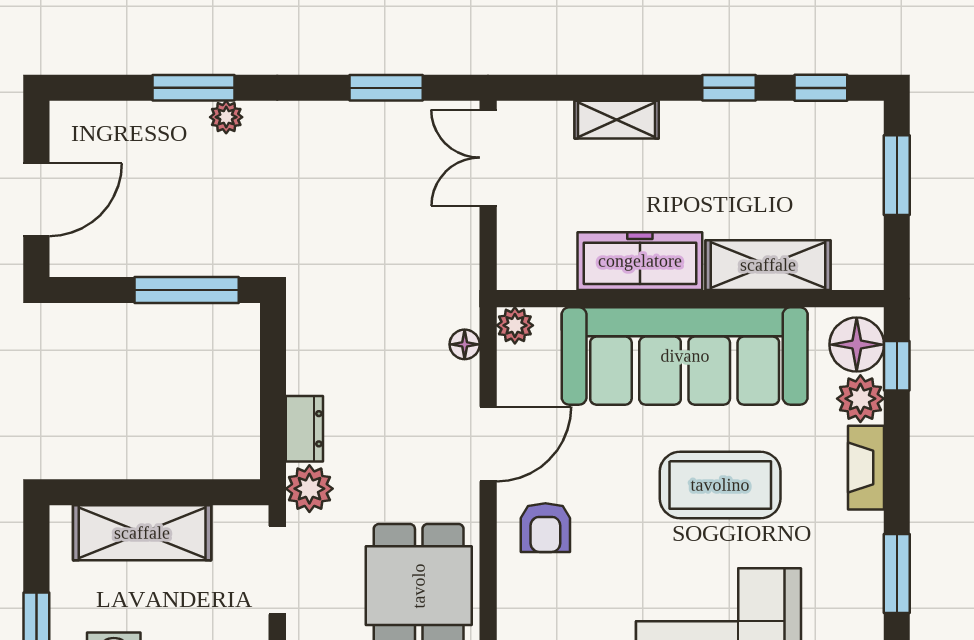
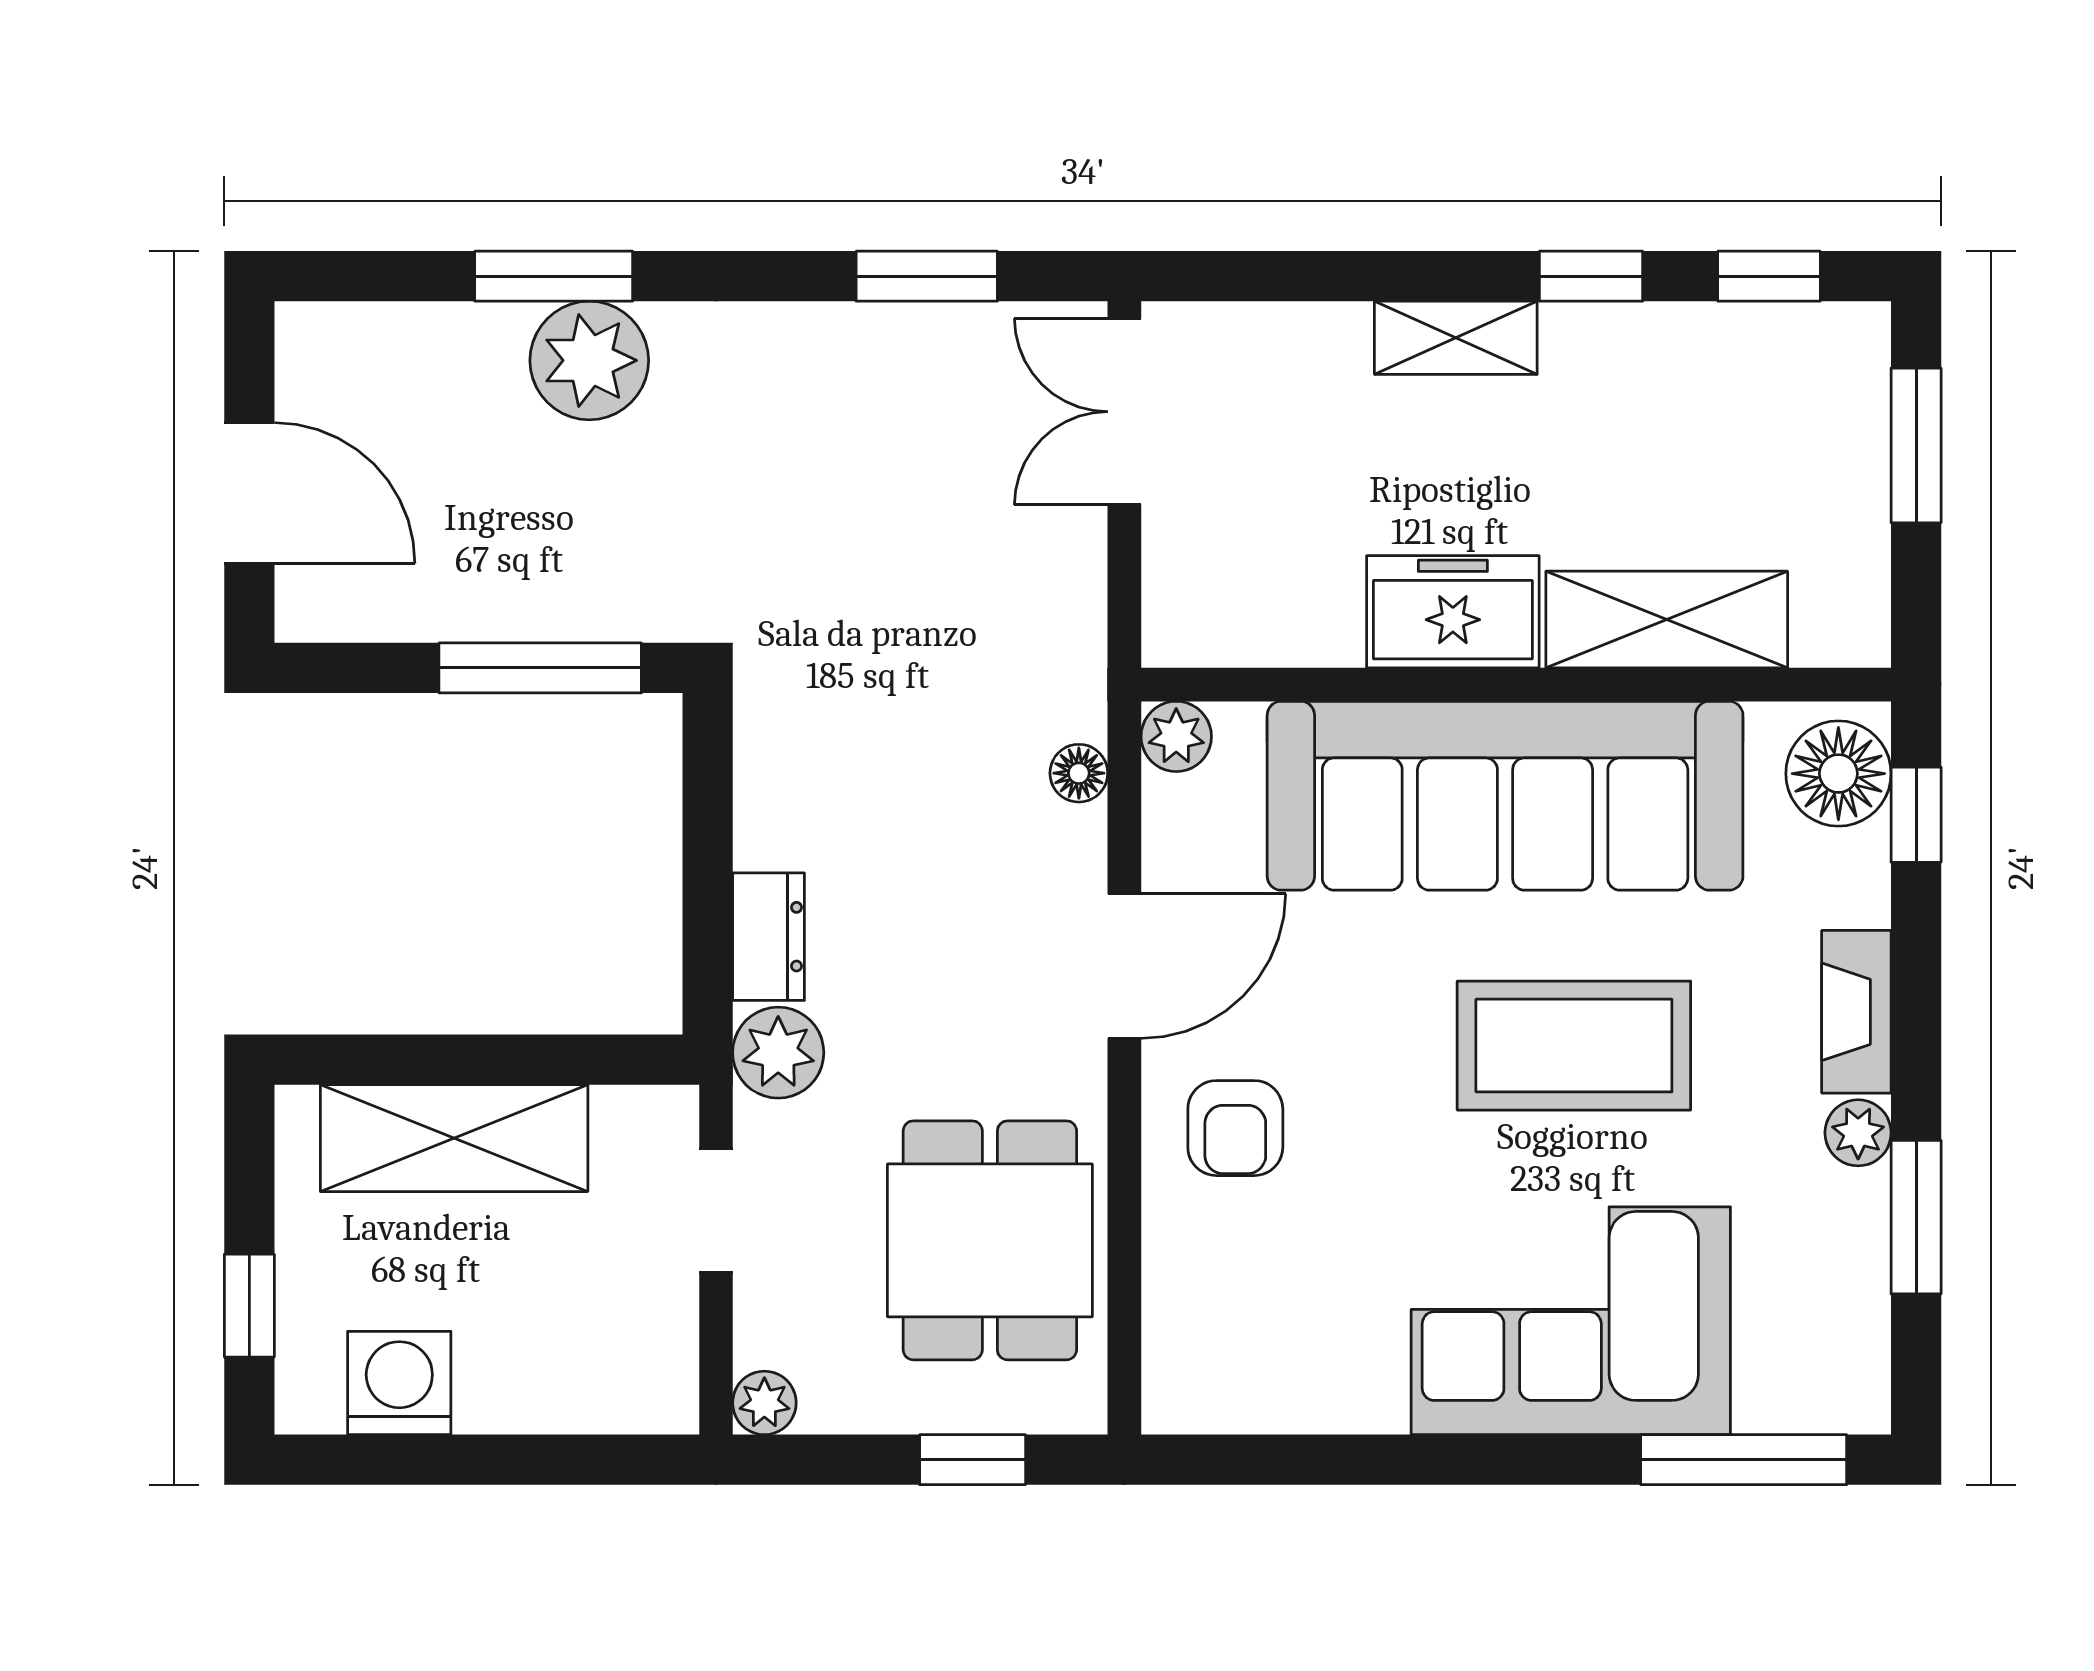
plant: (226, 117) -> (589, 360), width x1.87, depth x1.87
shelving: (617, 120) -> (1456, 338), moved
door: (36, 200) -> (249, 493), hinge flipped
freezer: (640, 261) -> (1453, 612), width x0.71
plant: (860, 399) -> (1858, 1133), moved, width x0.73, depth x0.73
doorway: (277, 570) -> (716, 1211), width x0.73

